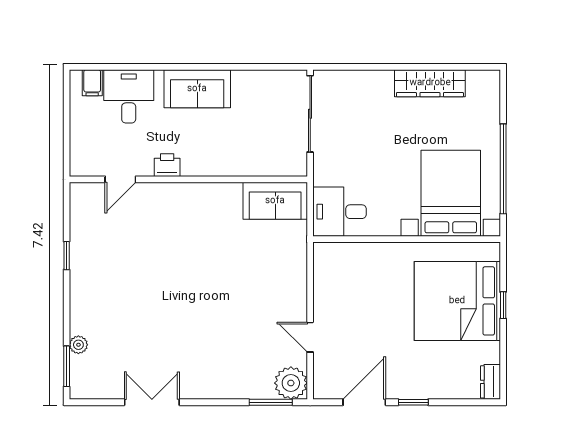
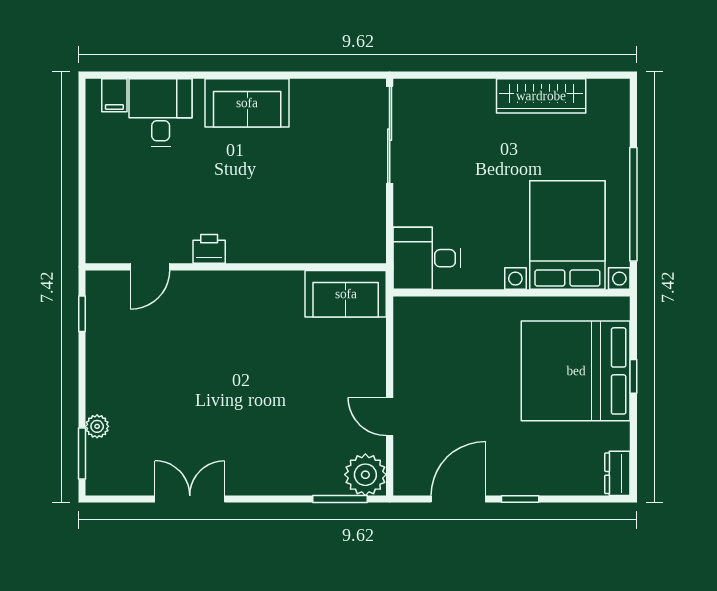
printer: (167, 165) -> (209, 249), moved
door: (120, 179) -> (150, 267), moved
wall: (188, 179) -> (236, 267), moved
sofa: (275, 201) -> (346, 294), moved

